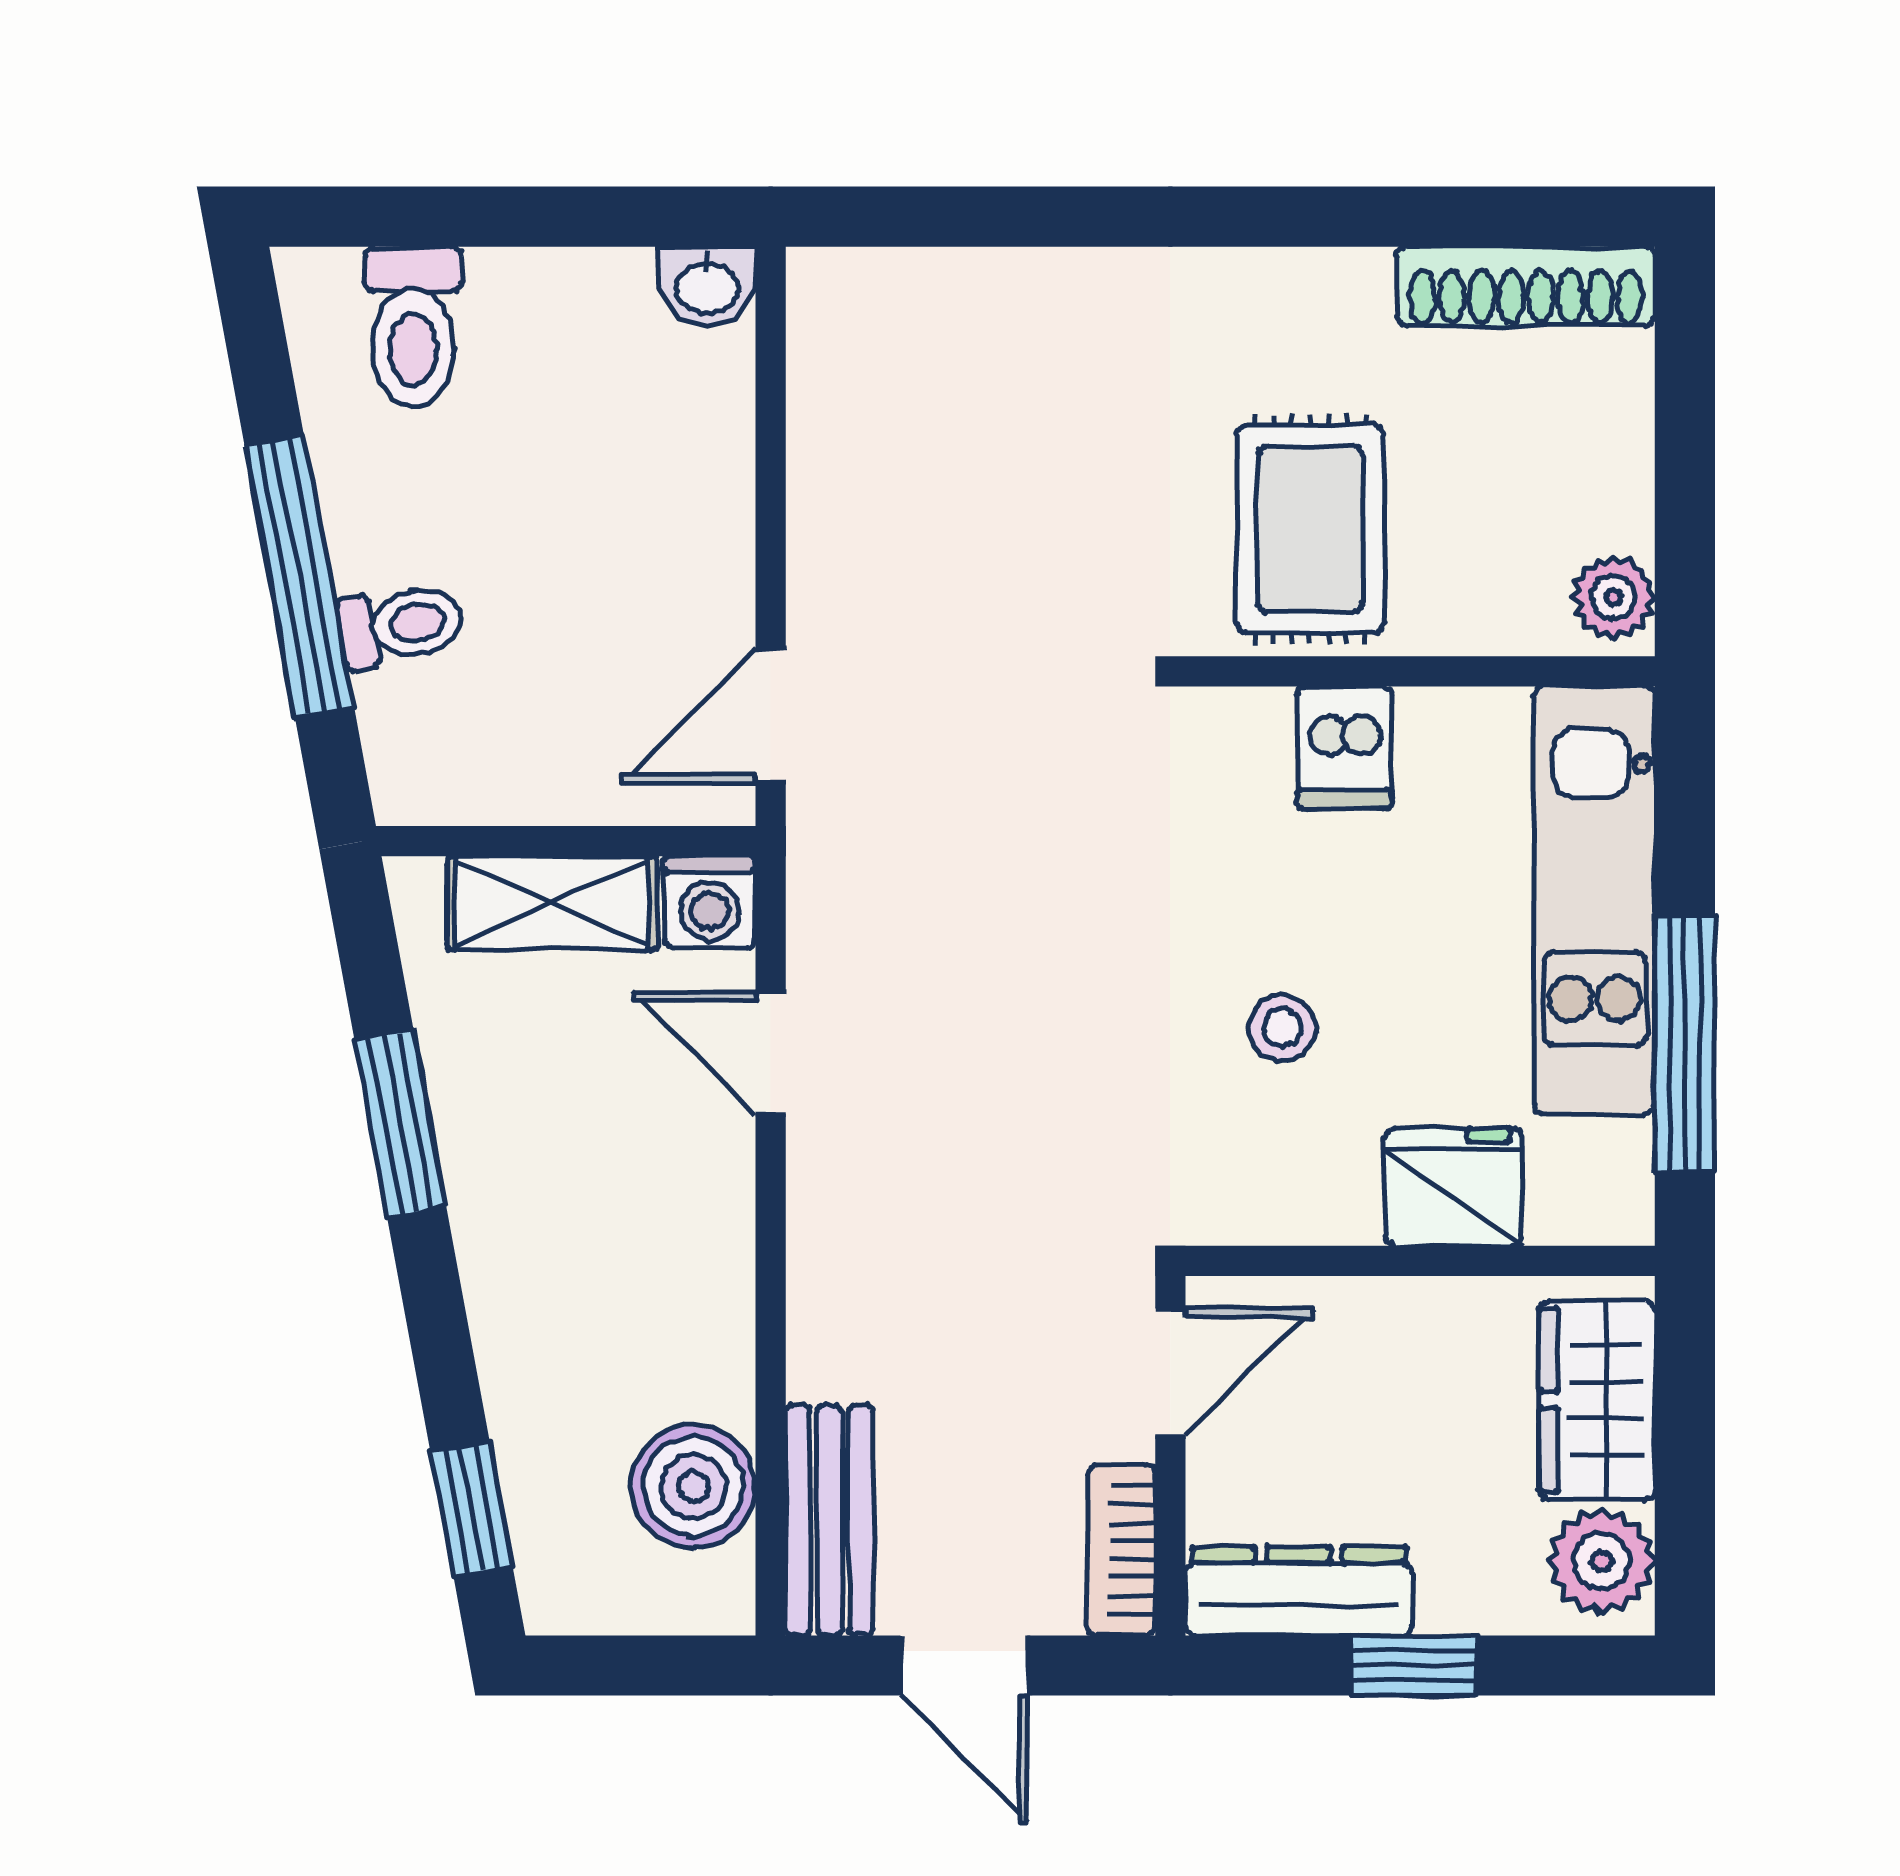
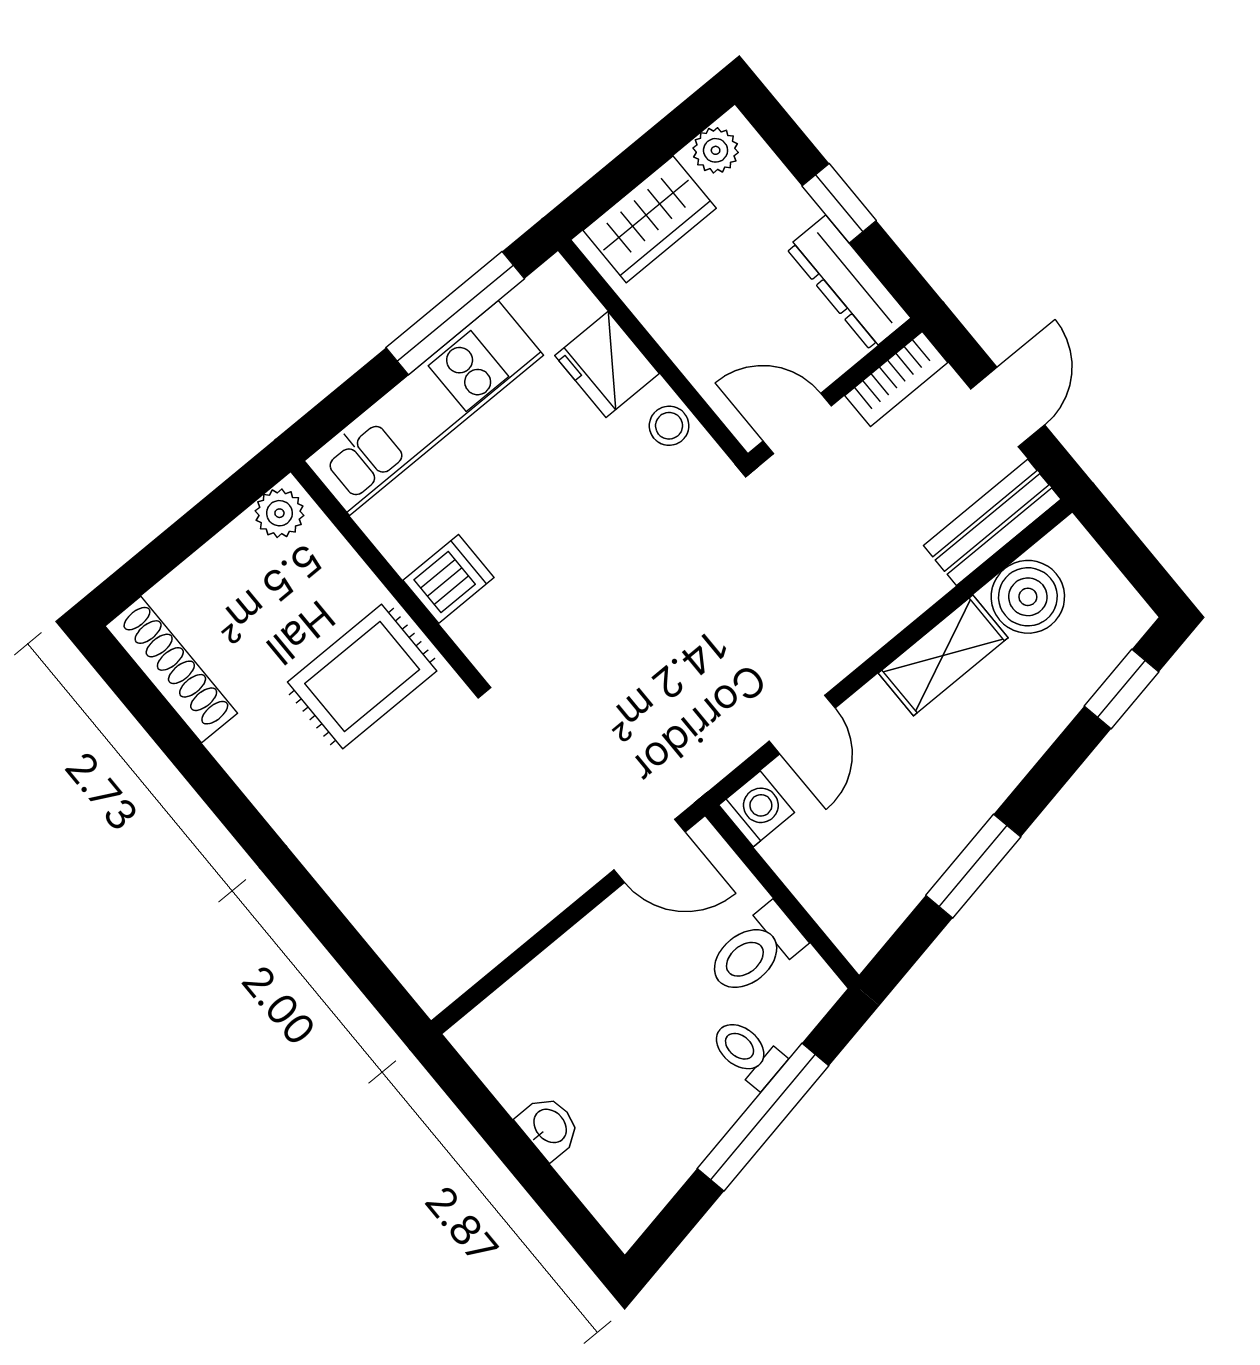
washbasin: (707, 286) -> (549, 1127), moved
toilet: (413, 327) -> (755, 951), moved, turned 180
shelving: (552, 903) -> (943, 655), moved, turned 90
stool: (1282, 1028) -> (669, 426), moved
plant: (1602, 1561) -> (716, 150), width x0.73, depth x0.73

